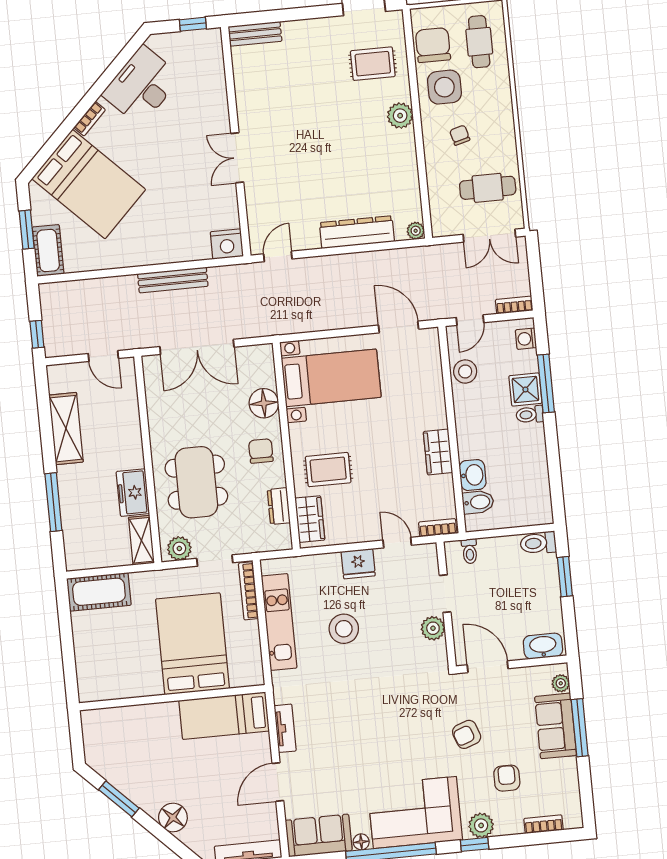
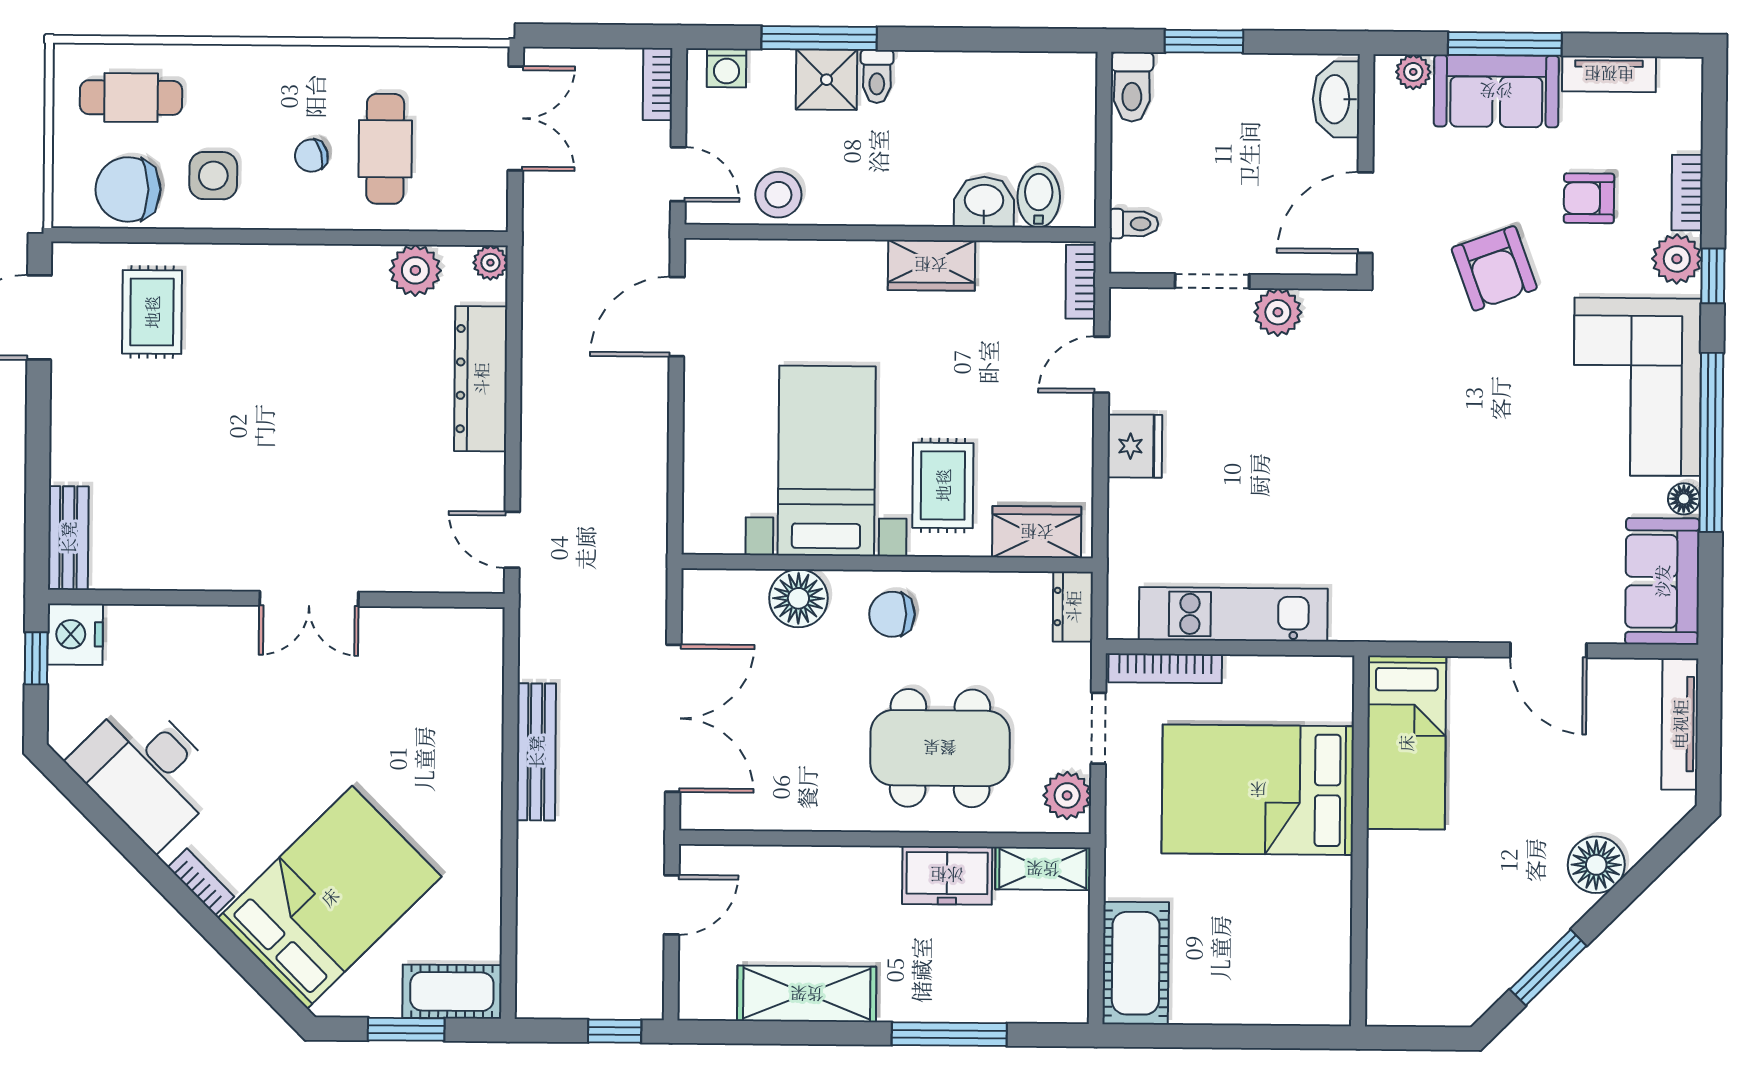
side table: (444, 87) -> (213, 176), width x0.73, depth x0.73
plant: (400, 116) -> (415, 270), moved
cafe table: (488, 188) -> (385, 149), moved
nightstand: (227, 244) -> (75, 634), moved, turned 180
bed with nightstands: (331, 378) -> (827, 461), moved
dresser: (279, 506) -> (1073, 607), moved, turned 90
stool: (344, 629) -> (1260, 488), removed
tv unit: (285, 728) -> (1609, 74), moved, turned 180
armchair: (467, 734) -> (1494, 268), width x1.38, depth x1.38
bookcase: (543, 824) -> (1687, 193), moved

